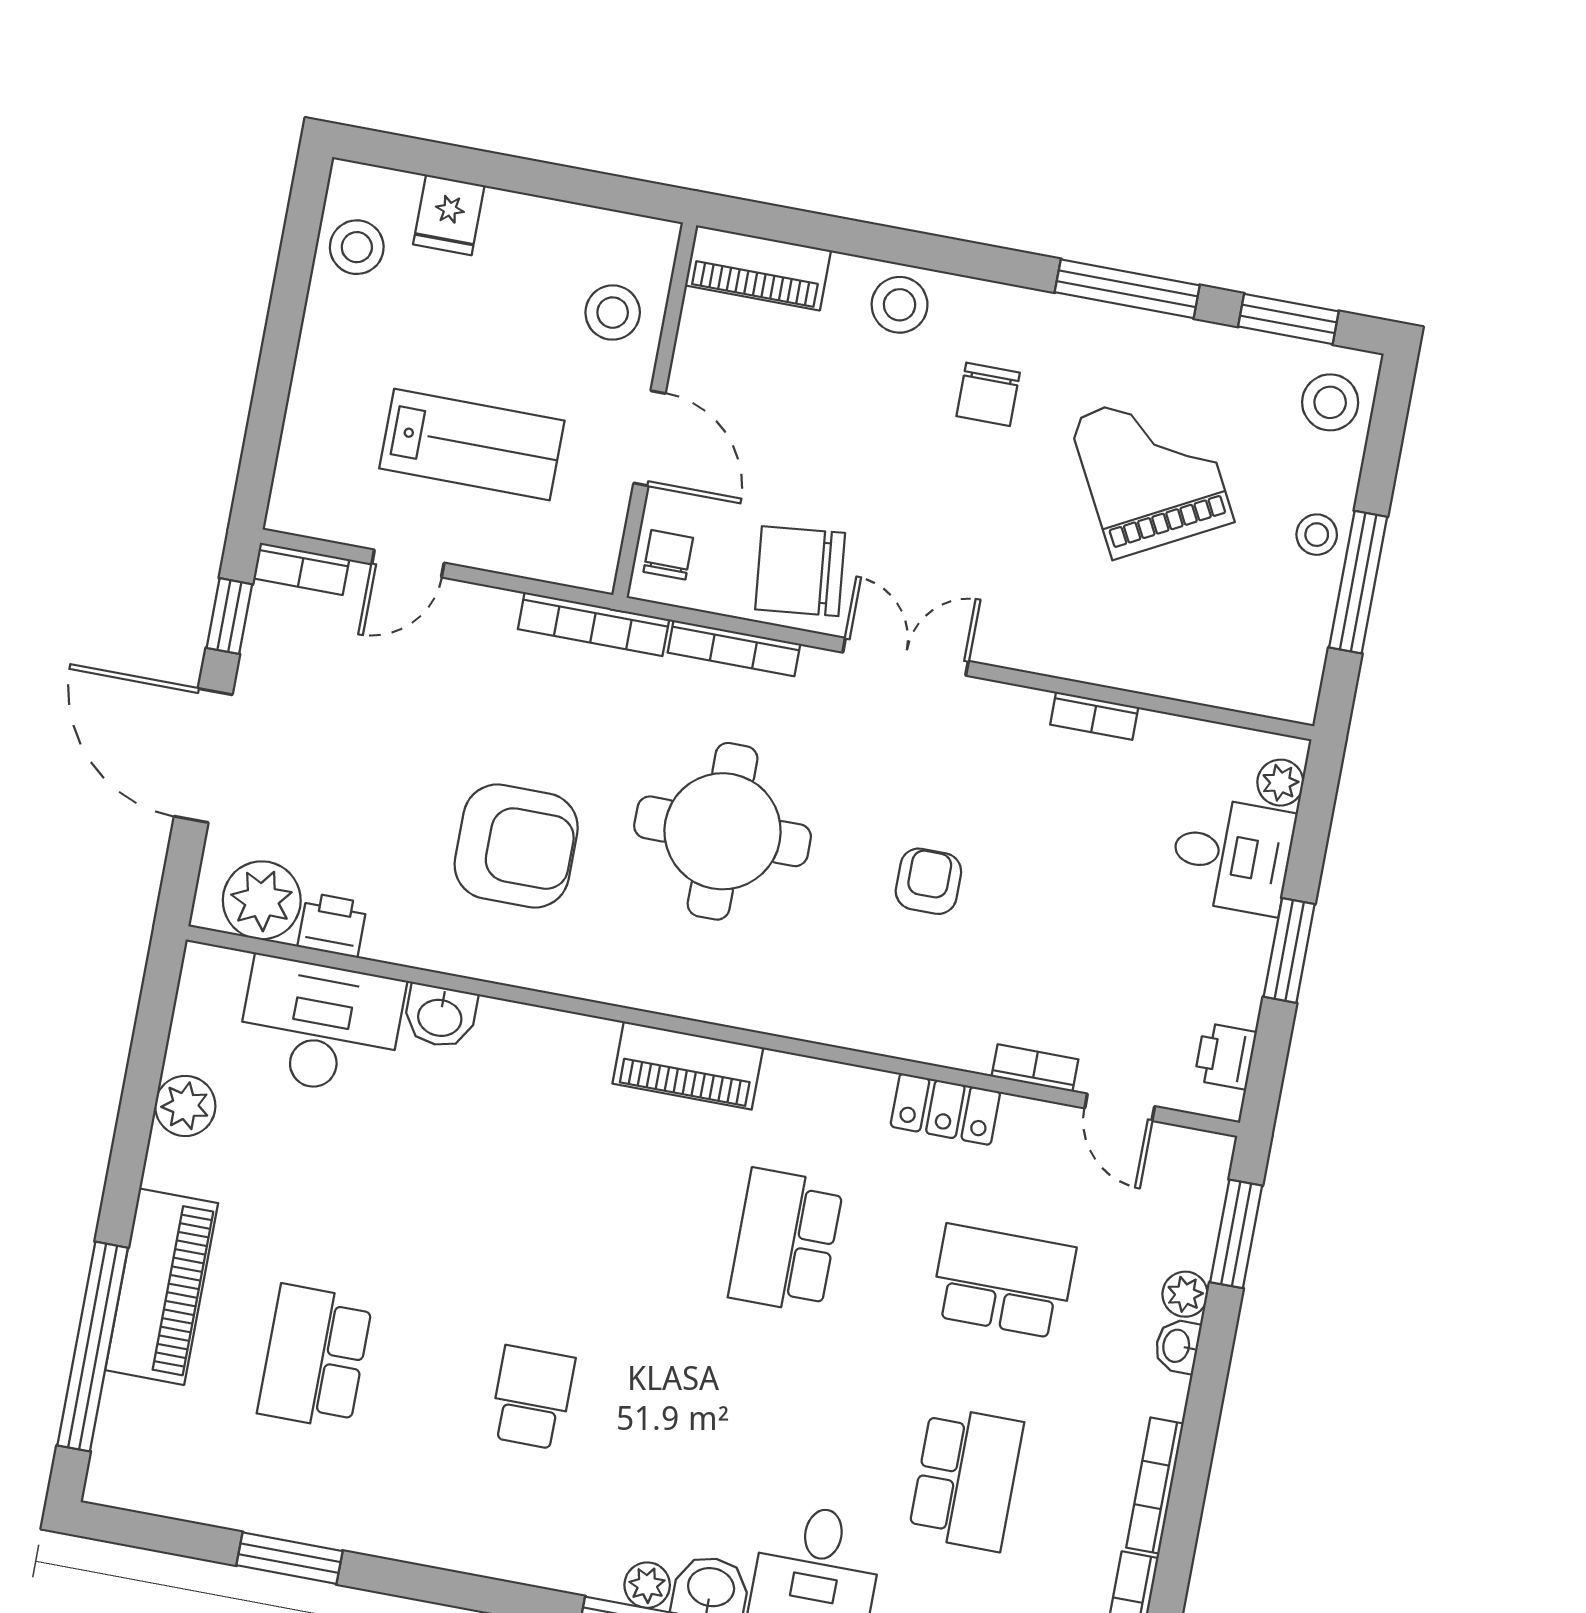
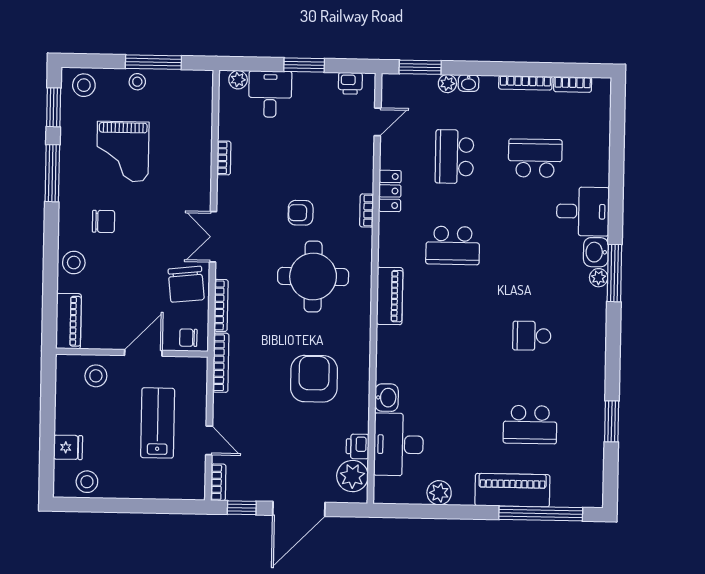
grand piano: (1151, 470) -> (123, 152), turned -62
round table: (723, 831) -> (313, 277), moved
bookcase: (1035, 1068) -> (367, 210), moved

